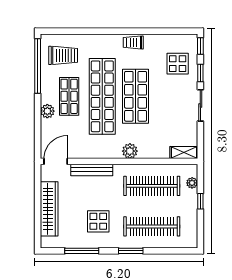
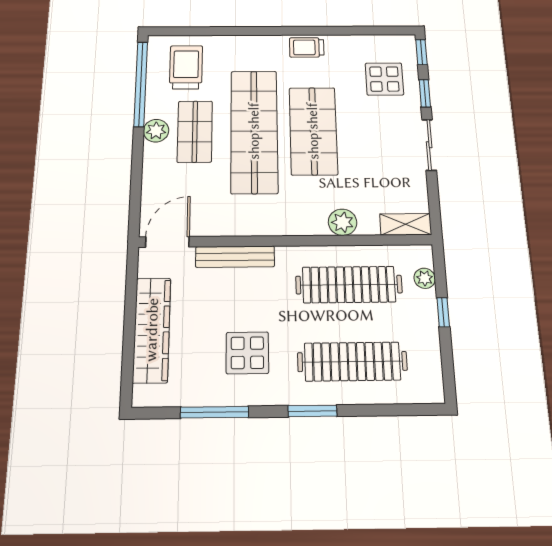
trolley: (63, 55) -> (186, 67), turned -90
plant: (47, 111) -> (156, 131), moved
plant: (130, 151) -> (343, 222), moved

